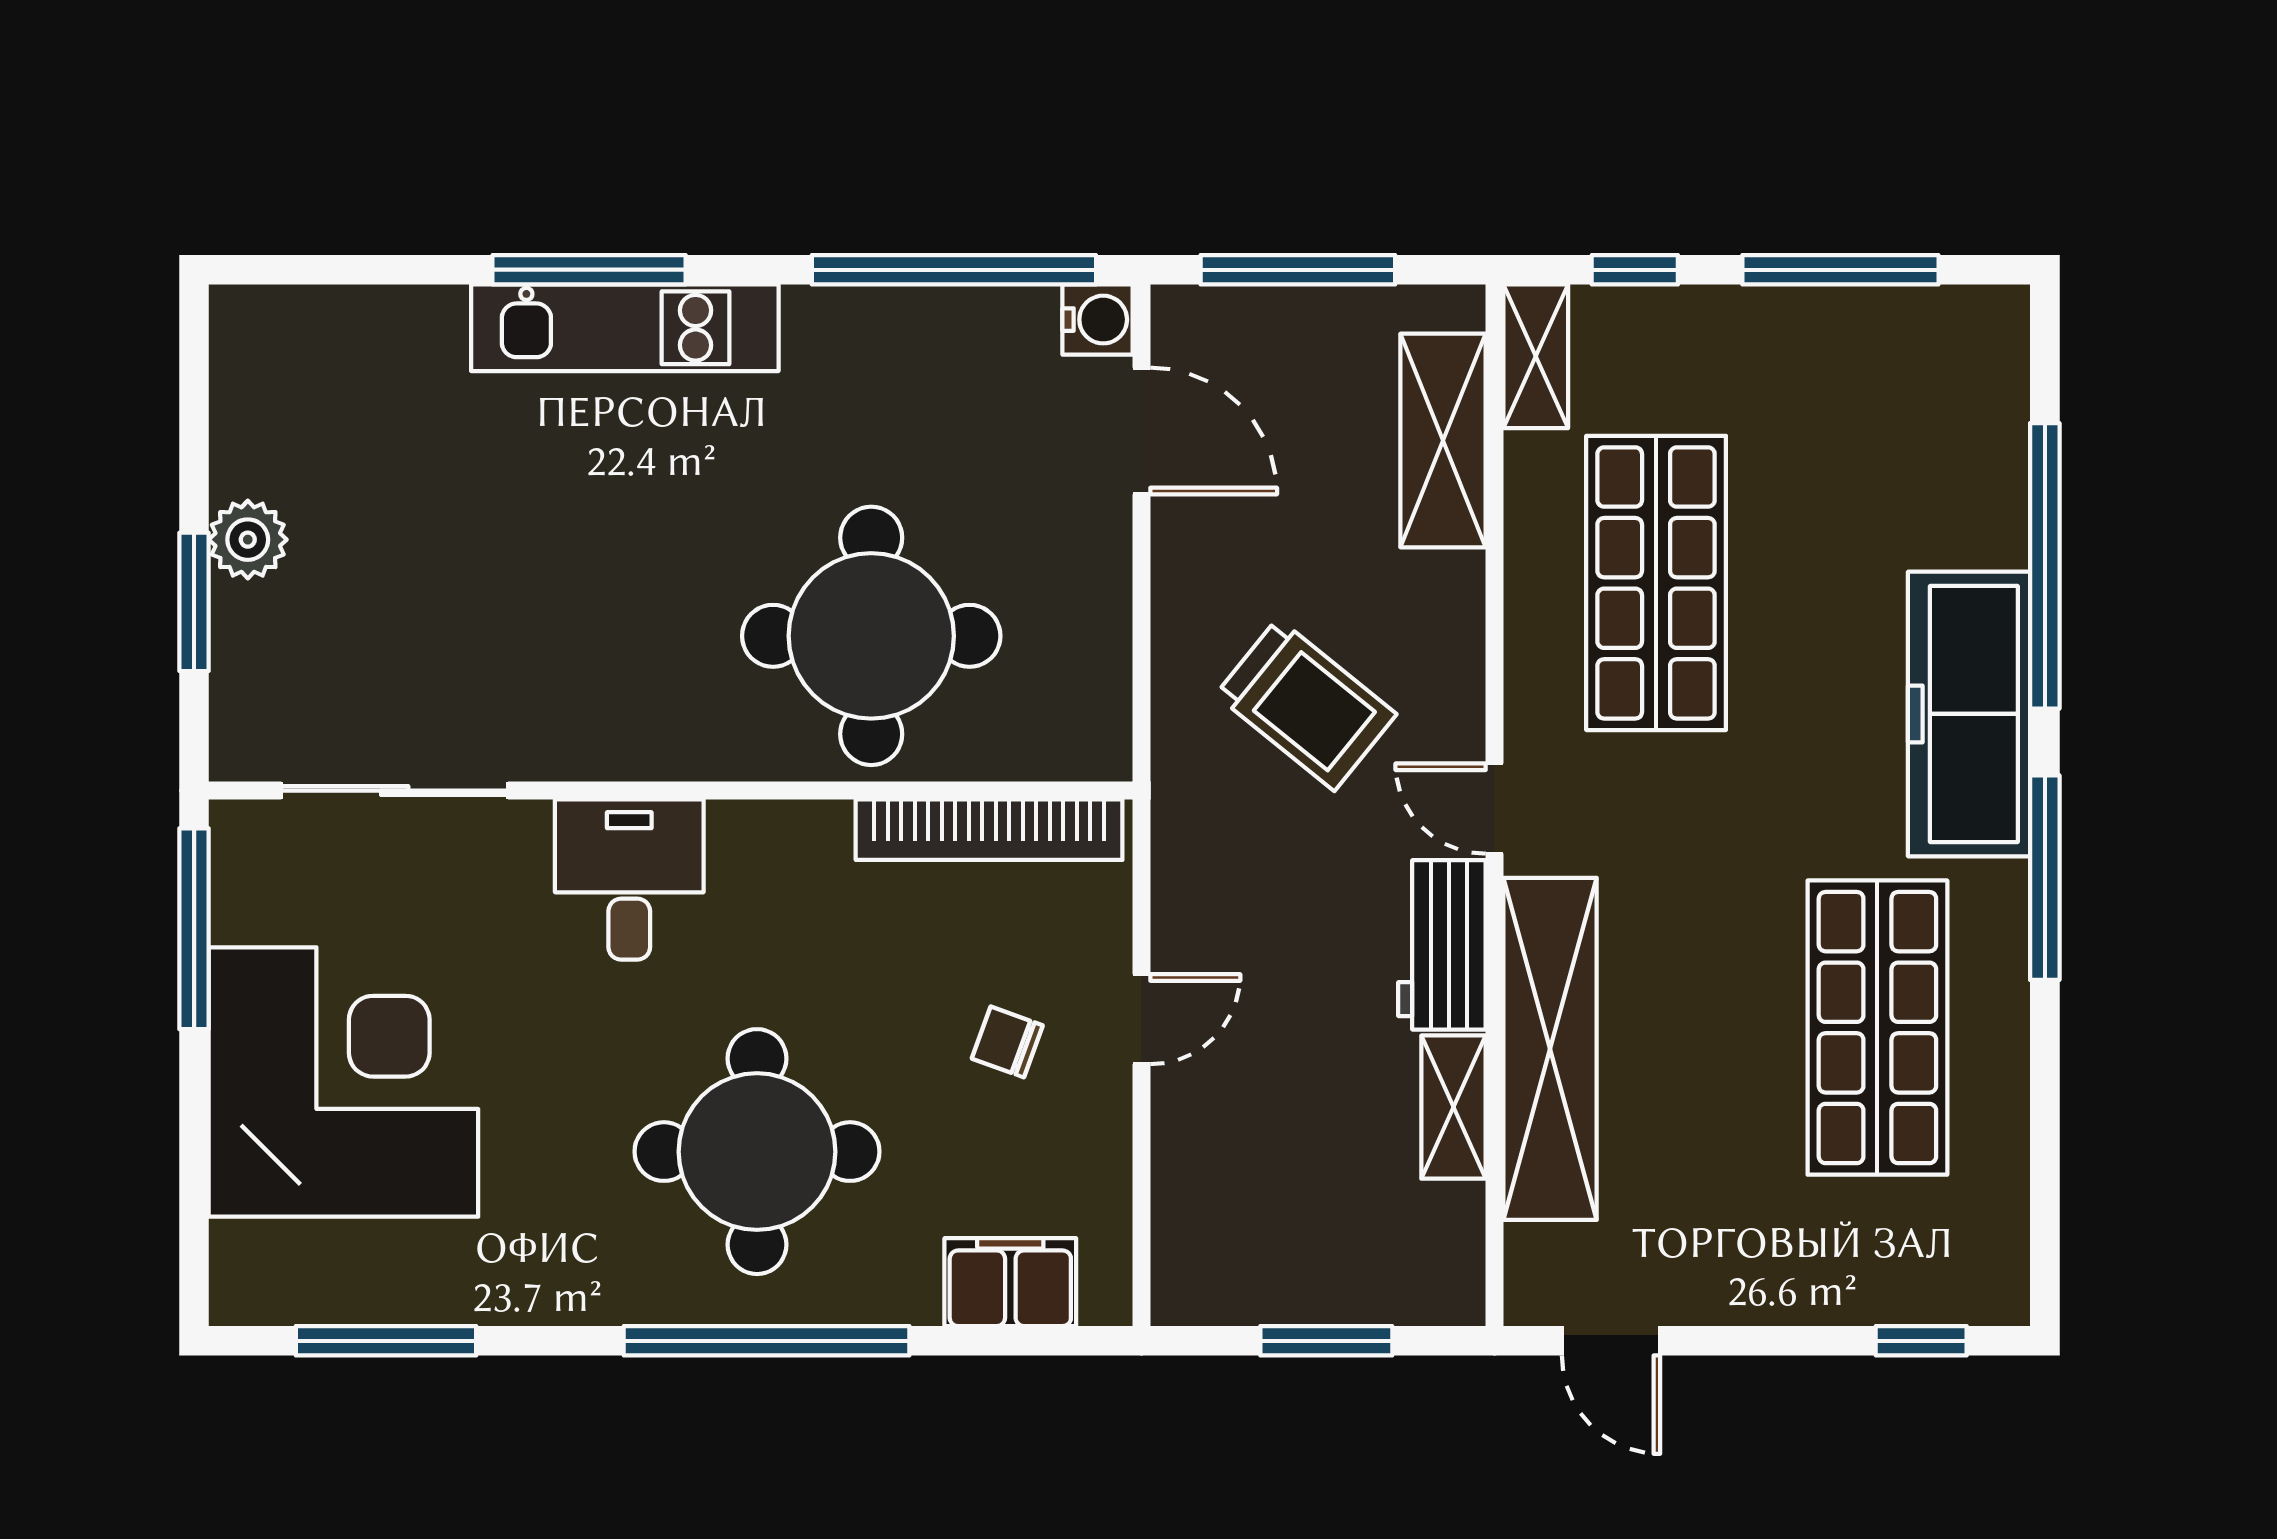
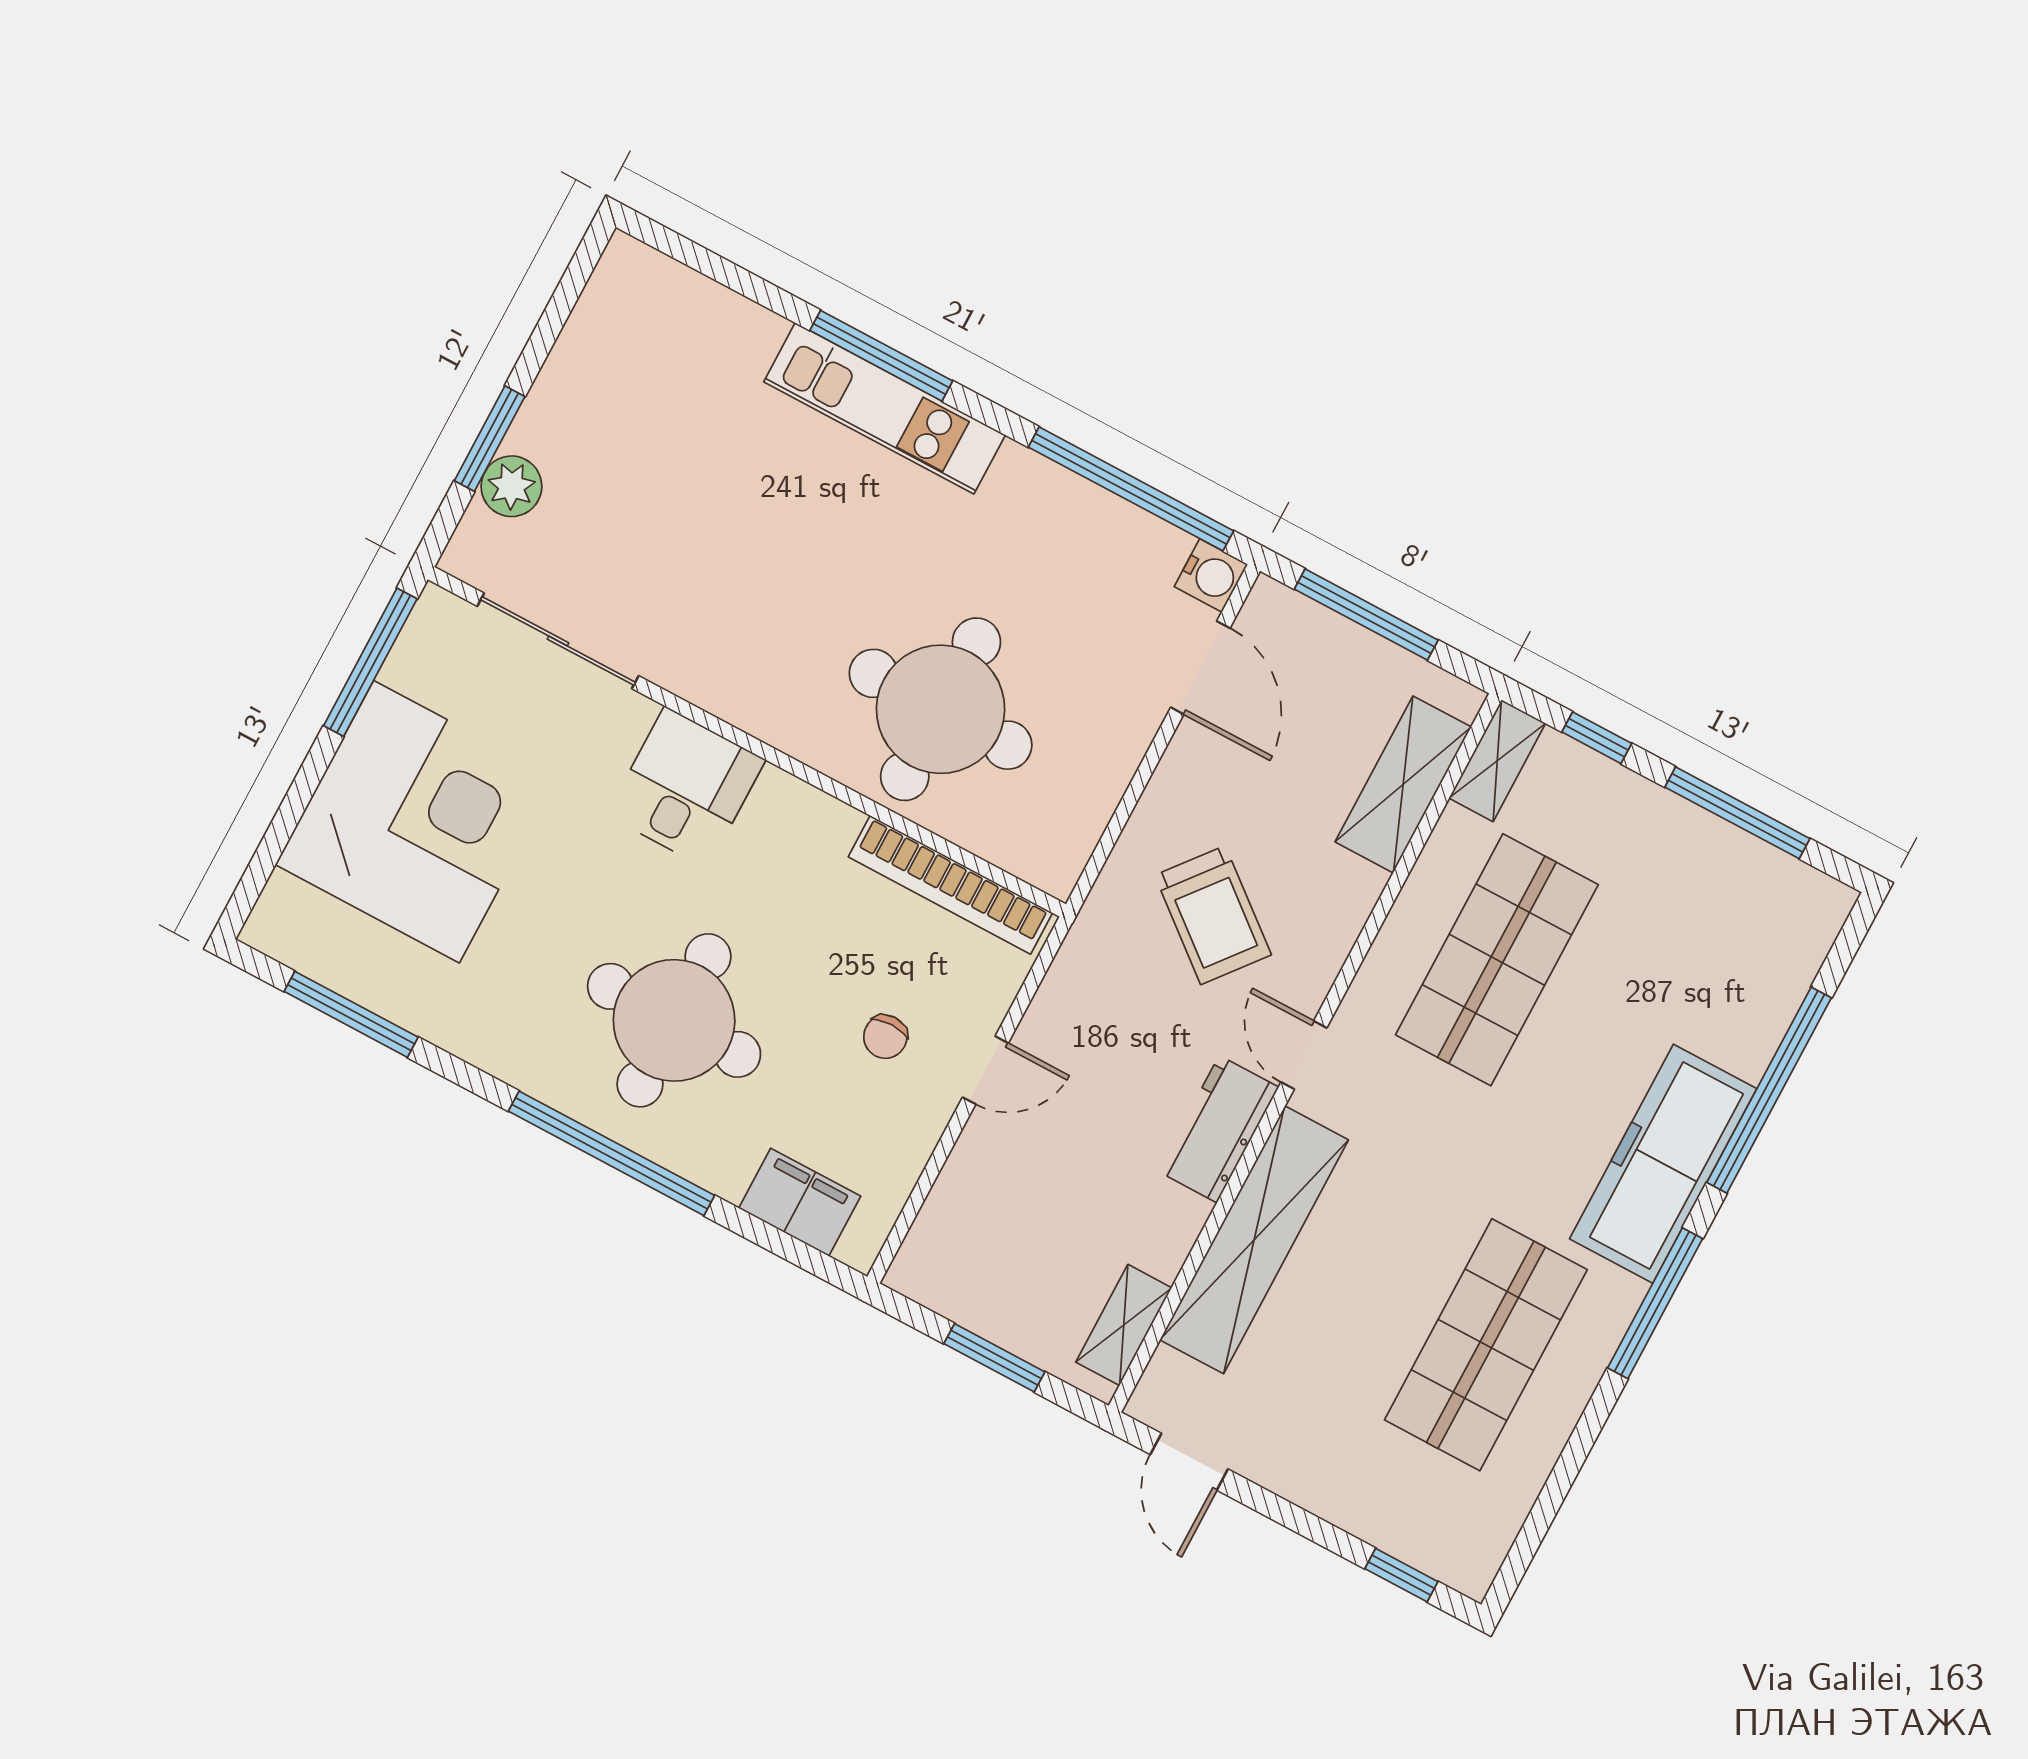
plant: (248, 540) -> (511, 486), moved
chair: (1007, 1042) -> (885, 1037), turned -110
shelving: (1454, 1107) -> (1124, 1325), moved

